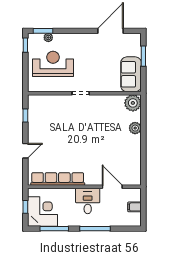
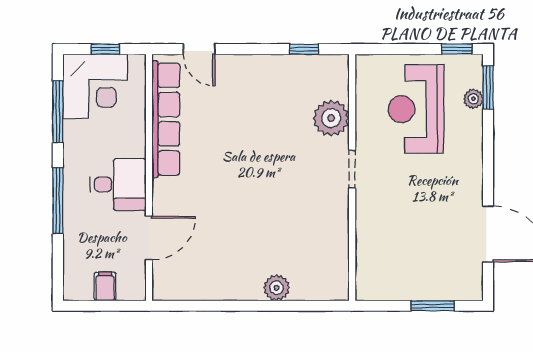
reception desk: (53, 64) -> (416, 109), turned 180
sofa: (131, 74) -> (393, 279), removed
plant: (133, 103) -> (331, 118), moved
door: (25, 151) -> (199, 49), moved

